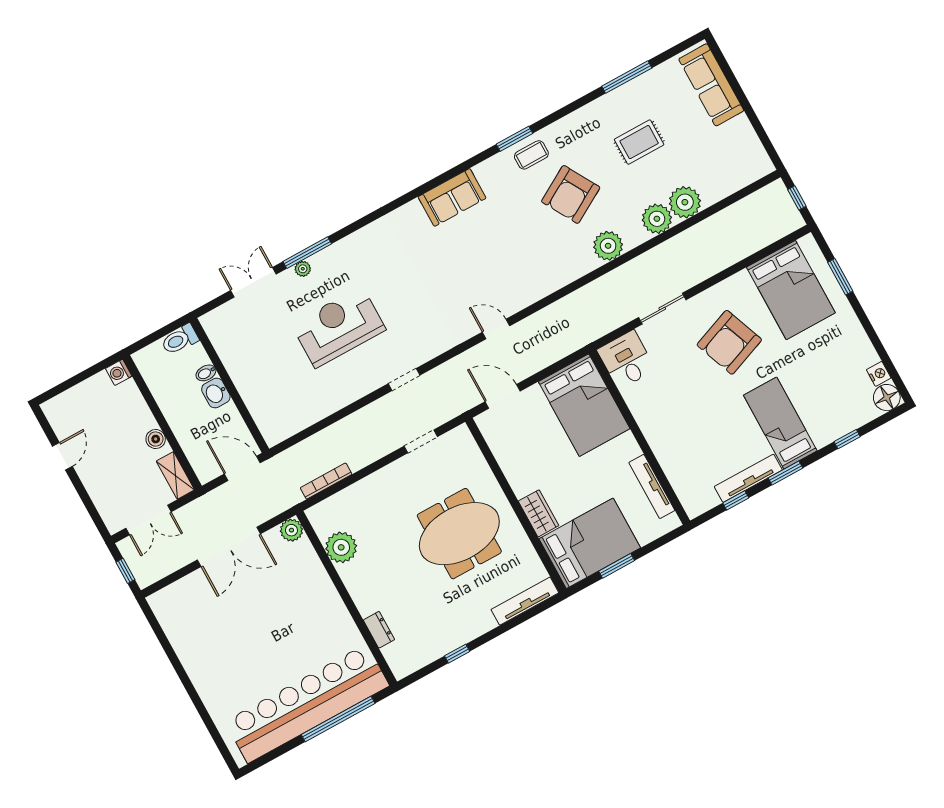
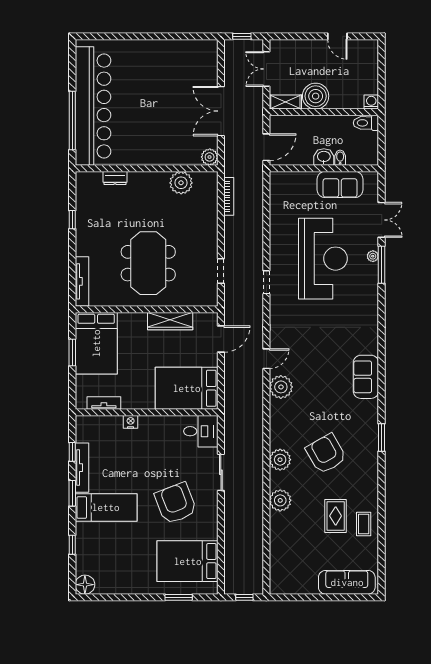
window: (627, 77) -> (382, 531), removed
coffee table: (531, 155) -> (364, 524), moved
plant: (685, 202) -> (281, 387), moved
reception desk: (339, 327) -> (323, 259), width x1.36, depth x1.30
toilet: (180, 339) -> (366, 123), moved, turned -90
sofa: (238, 355) -> (340, 185), added
nightstand: (879, 374) -> (131, 422), moved, turned 180
boiler: (156, 439) -> (316, 96), width x1.86, depth x1.86
tv unit: (652, 486) -> (104, 403), width x0.71
wardrobe: (539, 513) -> (170, 321), moved, width x1.50

